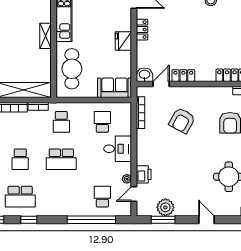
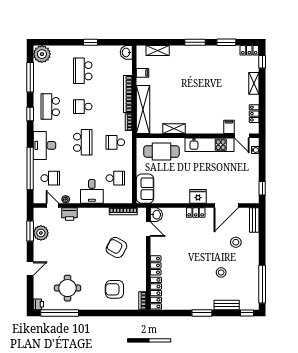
shelving: (46, 36) -> (174, 129), moved
fridge: (123, 41) -> (198, 196), moved
locker: (183, 76) -> (156, 265), moved
school desk: (61, 159) -> (83, 142), turned 180
desk: (65, 203) -> (44, 145), added

